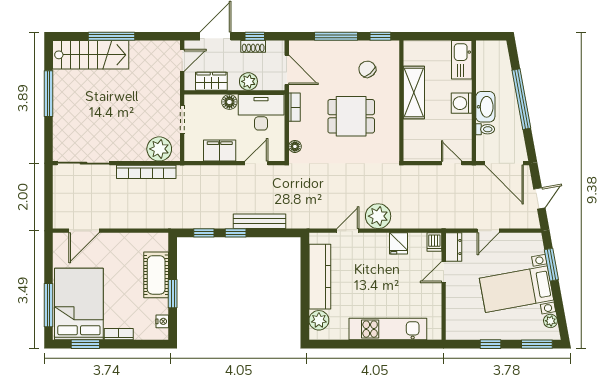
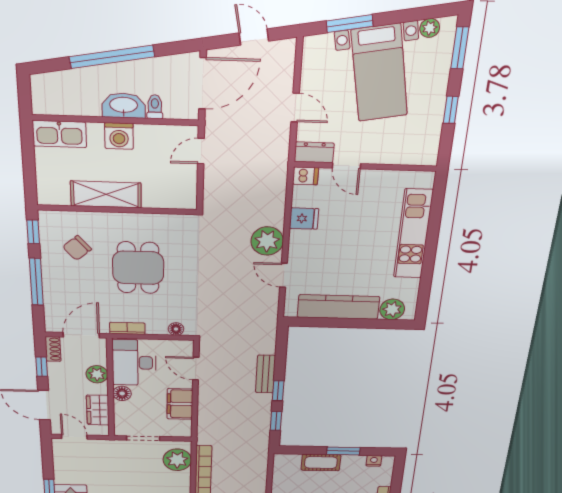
shoe rack: (253, 46) -> (53, 349), moved
bench: (259, 221) -> (265, 374), width x0.73
cot: (156, 275) -> (321, 463), width x0.73, depth x0.75

